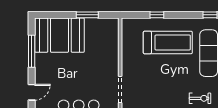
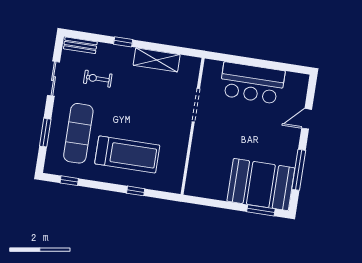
window: (87, 15) -> (261, 210), moved
treadmill: (168, 42) -> (127, 154), turned 180

